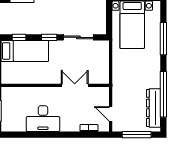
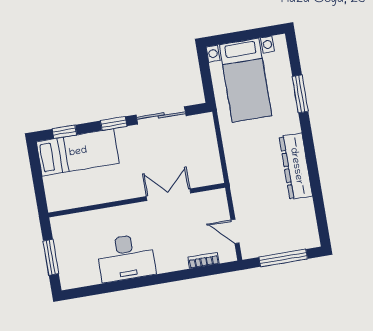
window: (163, 39) -> (300, 94), width x0.69
window: (163, 94) -> (316, 185), removed
dresser: (154, 108) -> (296, 166), moved

